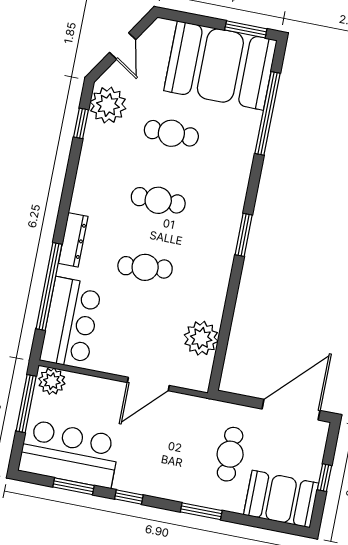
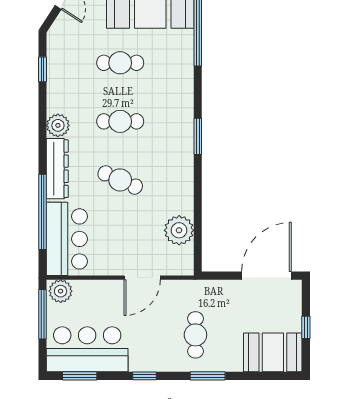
plant: (108, 105) -> (58, 125), moved, width x0.73, depth x0.73
dresser: (73, 240) -> (57, 169), width x1.37, depth x1.24
cafe table: (145, 267) -> (120, 180), turned 30
cafe table: (230, 454) -> (195, 335), moved
window: (73, 486) -> (80, 376), moved

